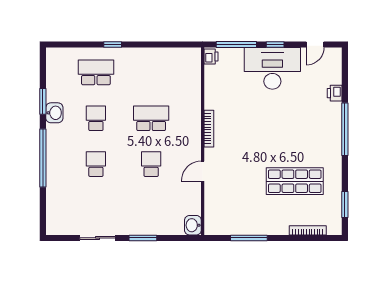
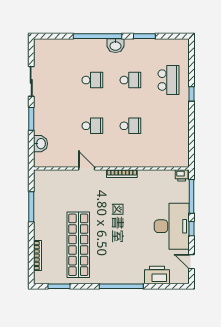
printer: (335, 93) -> (157, 275), width x1.87, depth x1.48
washbasin: (54, 113) -> (115, 46), moved
school desk: (151, 118) -> (130, 126), width x0.54
shop shelf: (295, 181) -> (78, 245), width x1.40
washbasin: (193, 225) -> (41, 144), moved, turned 90

